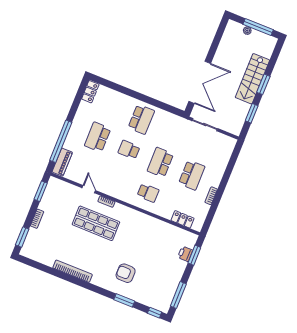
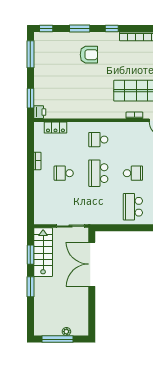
stairs: (252, 79) -> (43, 252), moved
school desk: (160, 162) -> (98, 173), turned 180
school desk: (192, 175) -> (64, 173), width x0.54
printer: (185, 254) -> (40, 112), moved
window: (95, 289) -> (112, 28), added

